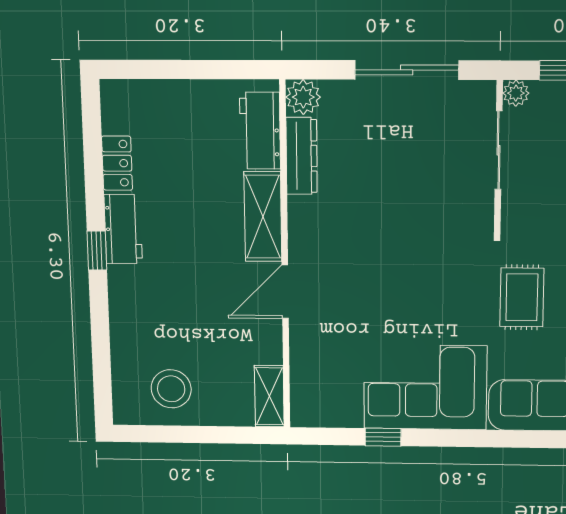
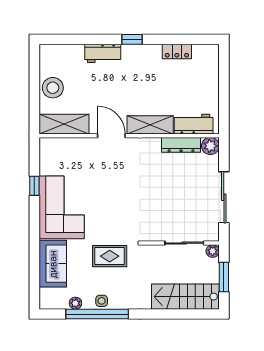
workbench: (123, 229) -> (103, 53), moved
stool: (171, 389) -> (53, 88), moved
shelving: (269, 396) -> (64, 124), width x1.50, depth x1.33

